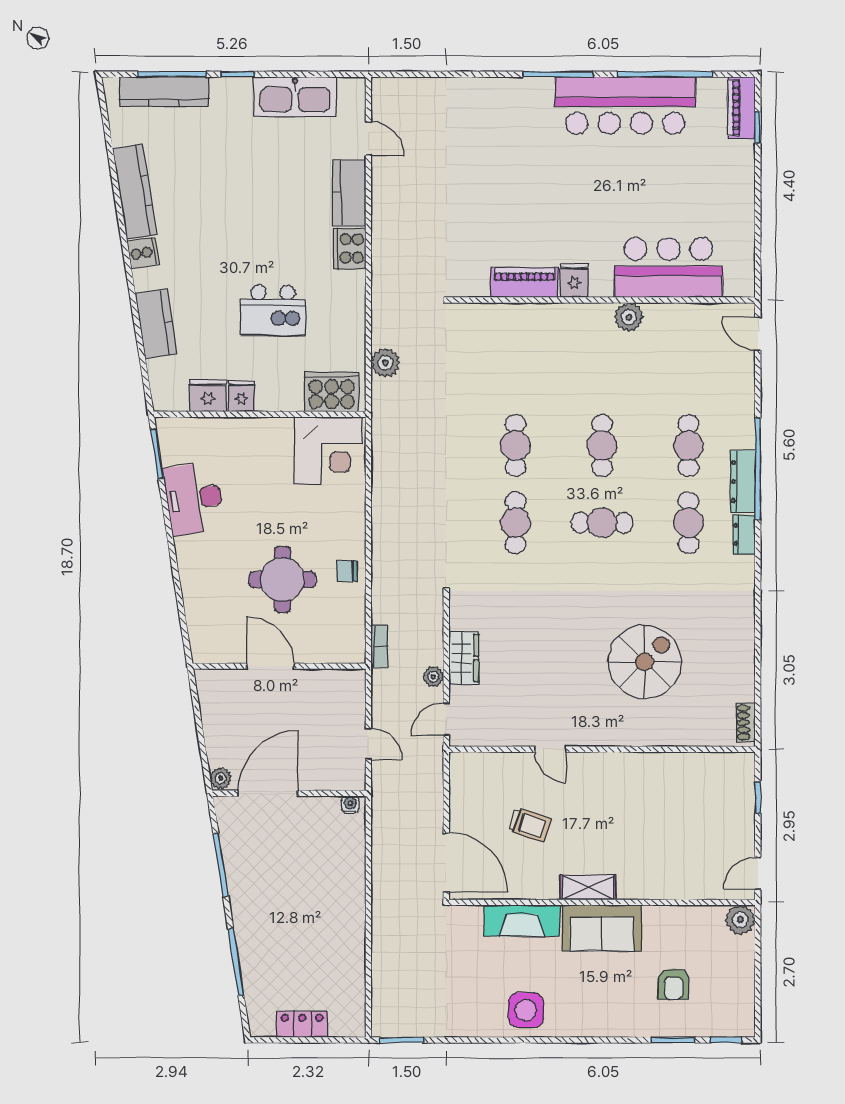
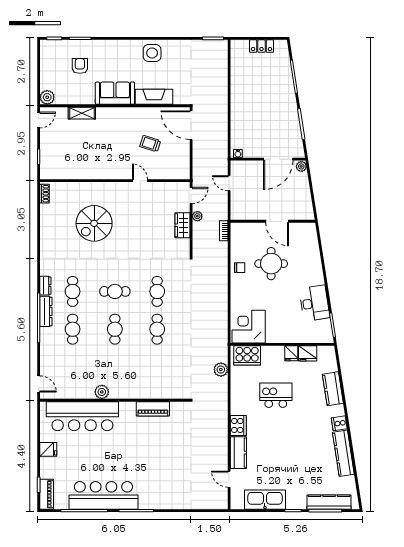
bar counter: (668, 268) -> (82, 416), width x1.36
fridge: (574, 280) -> (48, 449), moved, turned -90
shelving: (588, 887) -> (82, 113), moved

